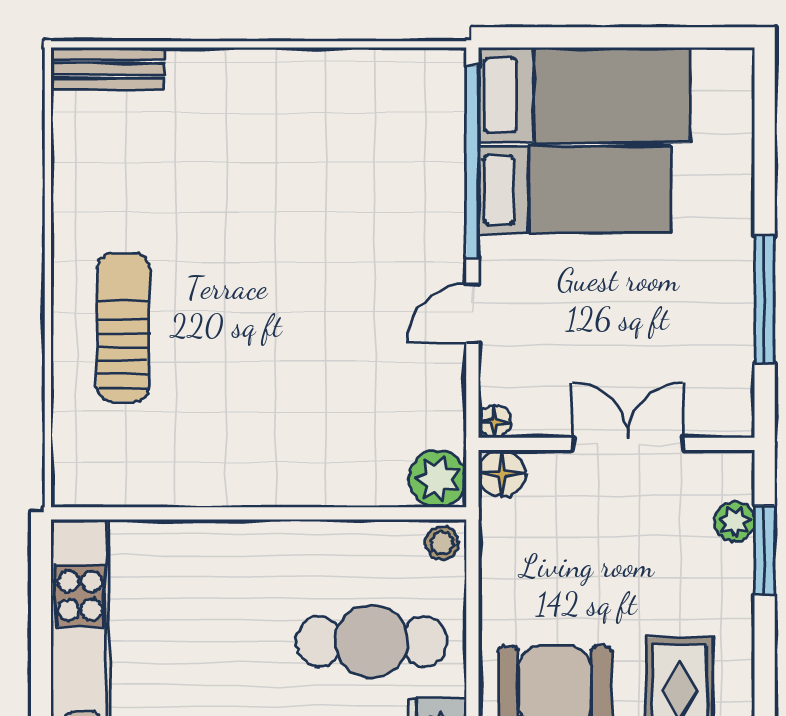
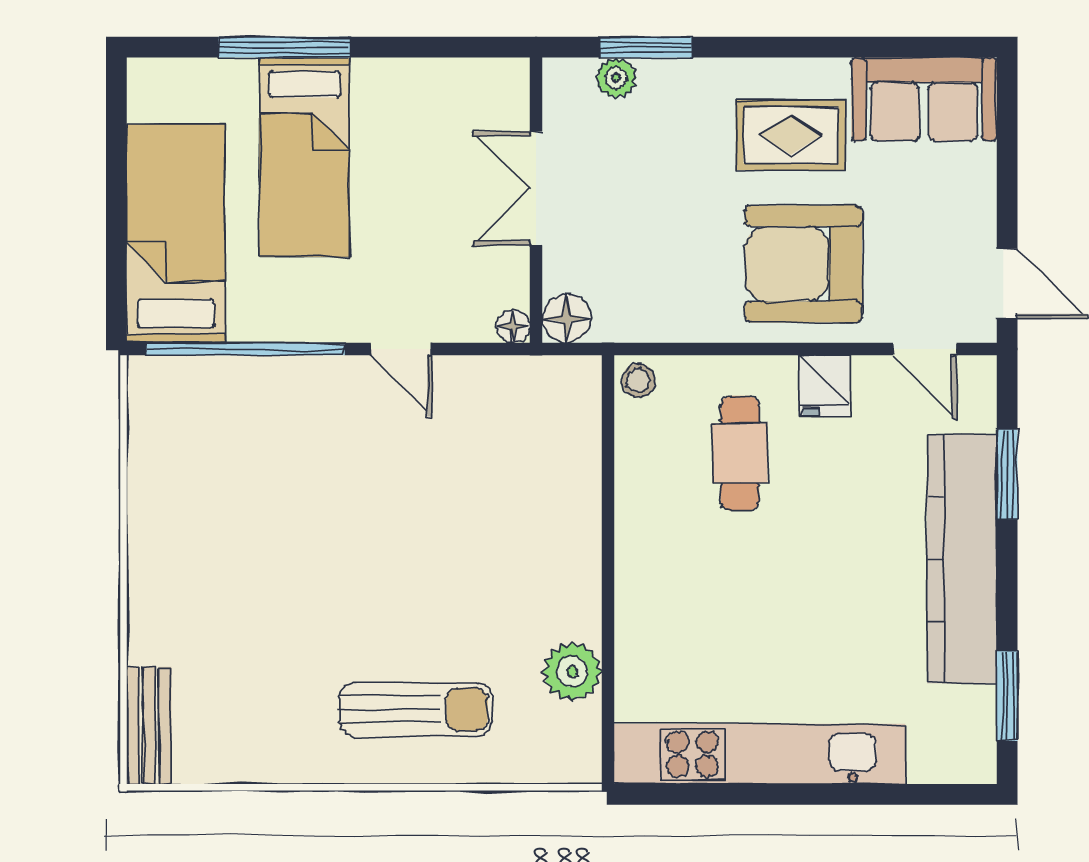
bed: (575, 190) -> (304, 157), moved, turned 180
window: (765, 299) -> (284, 47), moved
sun lounger: (123, 327) -> (416, 710), turned 180
plant: (438, 479) -> (572, 672), moved
cafe table: (371, 641) -> (740, 453), width x0.73, depth x0.74

